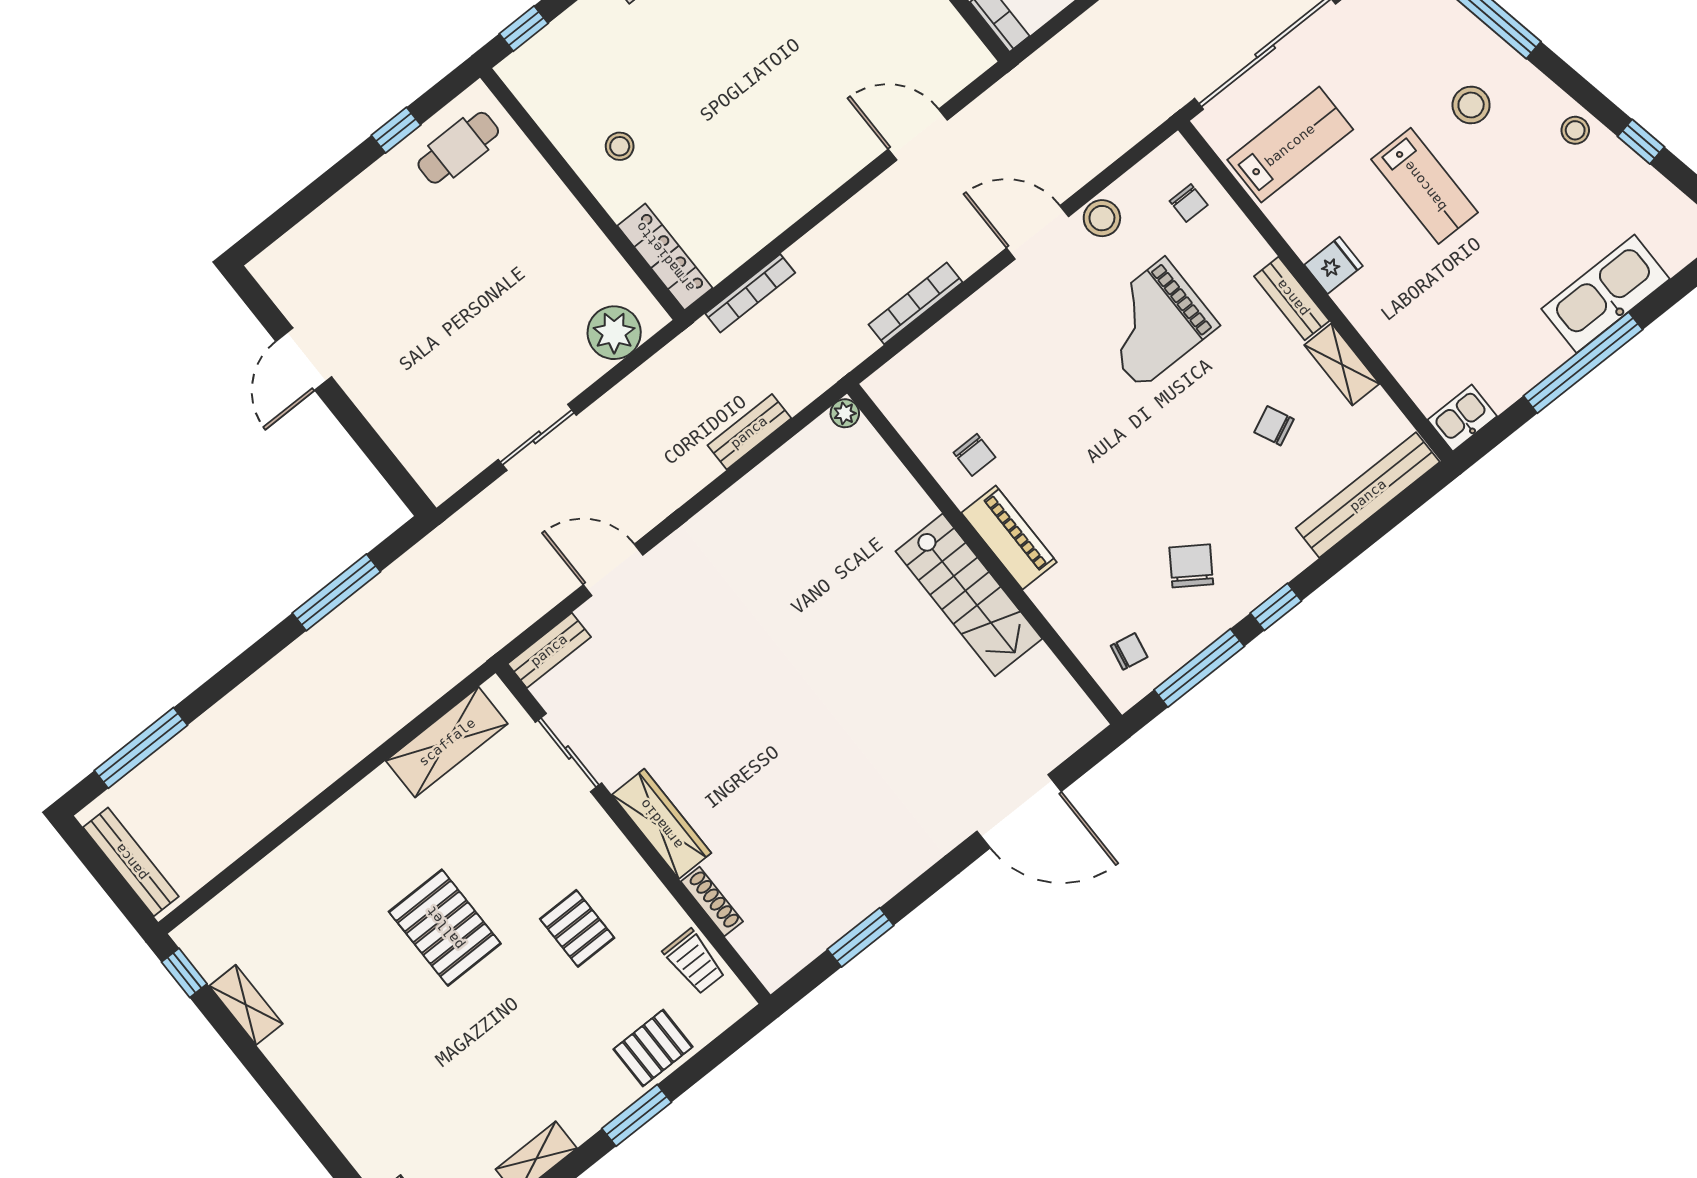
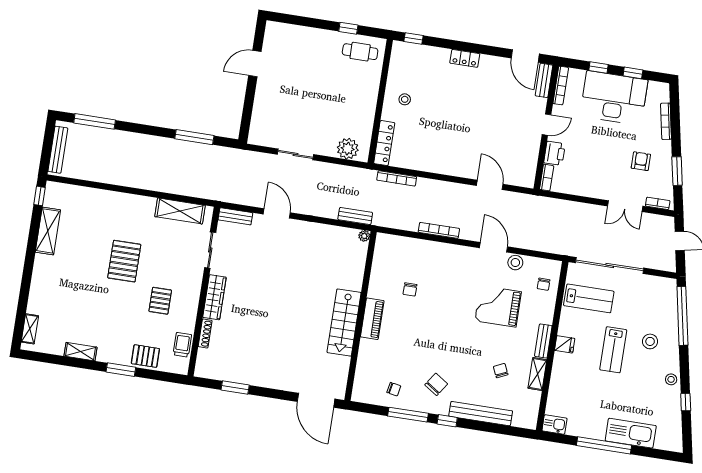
plant: (845, 413) -> (364, 236), moved
bench: (1368, 495) -> (481, 414), moved
piano: (1009, 537) -> (372, 319), moved
wall: (985, 554) -> (361, 316), moved
stairs: (969, 595) -> (344, 323), moved
trolley: (694, 962) -> (182, 345), turned 180
shelving: (246, 1005) -> (48, 231), width x1.50, depth x1.33

